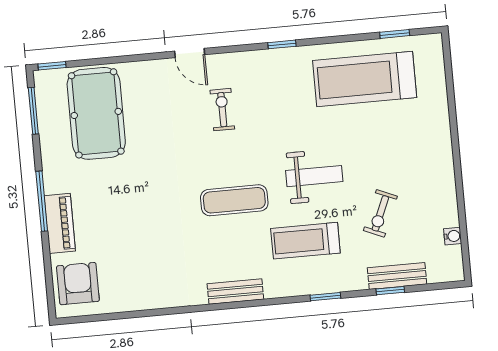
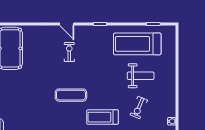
door: (190, 53) -> (67, 24), moved
weight bench: (314, 176) -> (141, 76), moved

